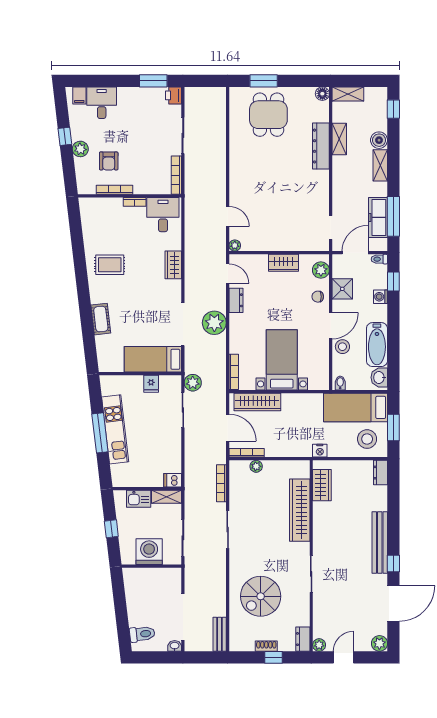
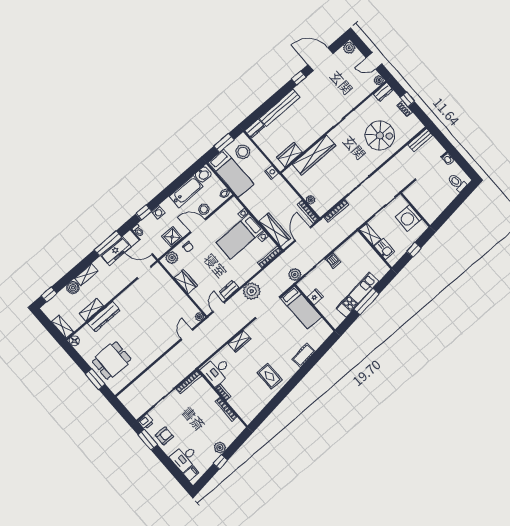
armchair: (109, 161) -> (164, 436), moved
dishwasher: (173, 480) -> (333, 261), moved
bench: (380, 543) -> (280, 108), moved

